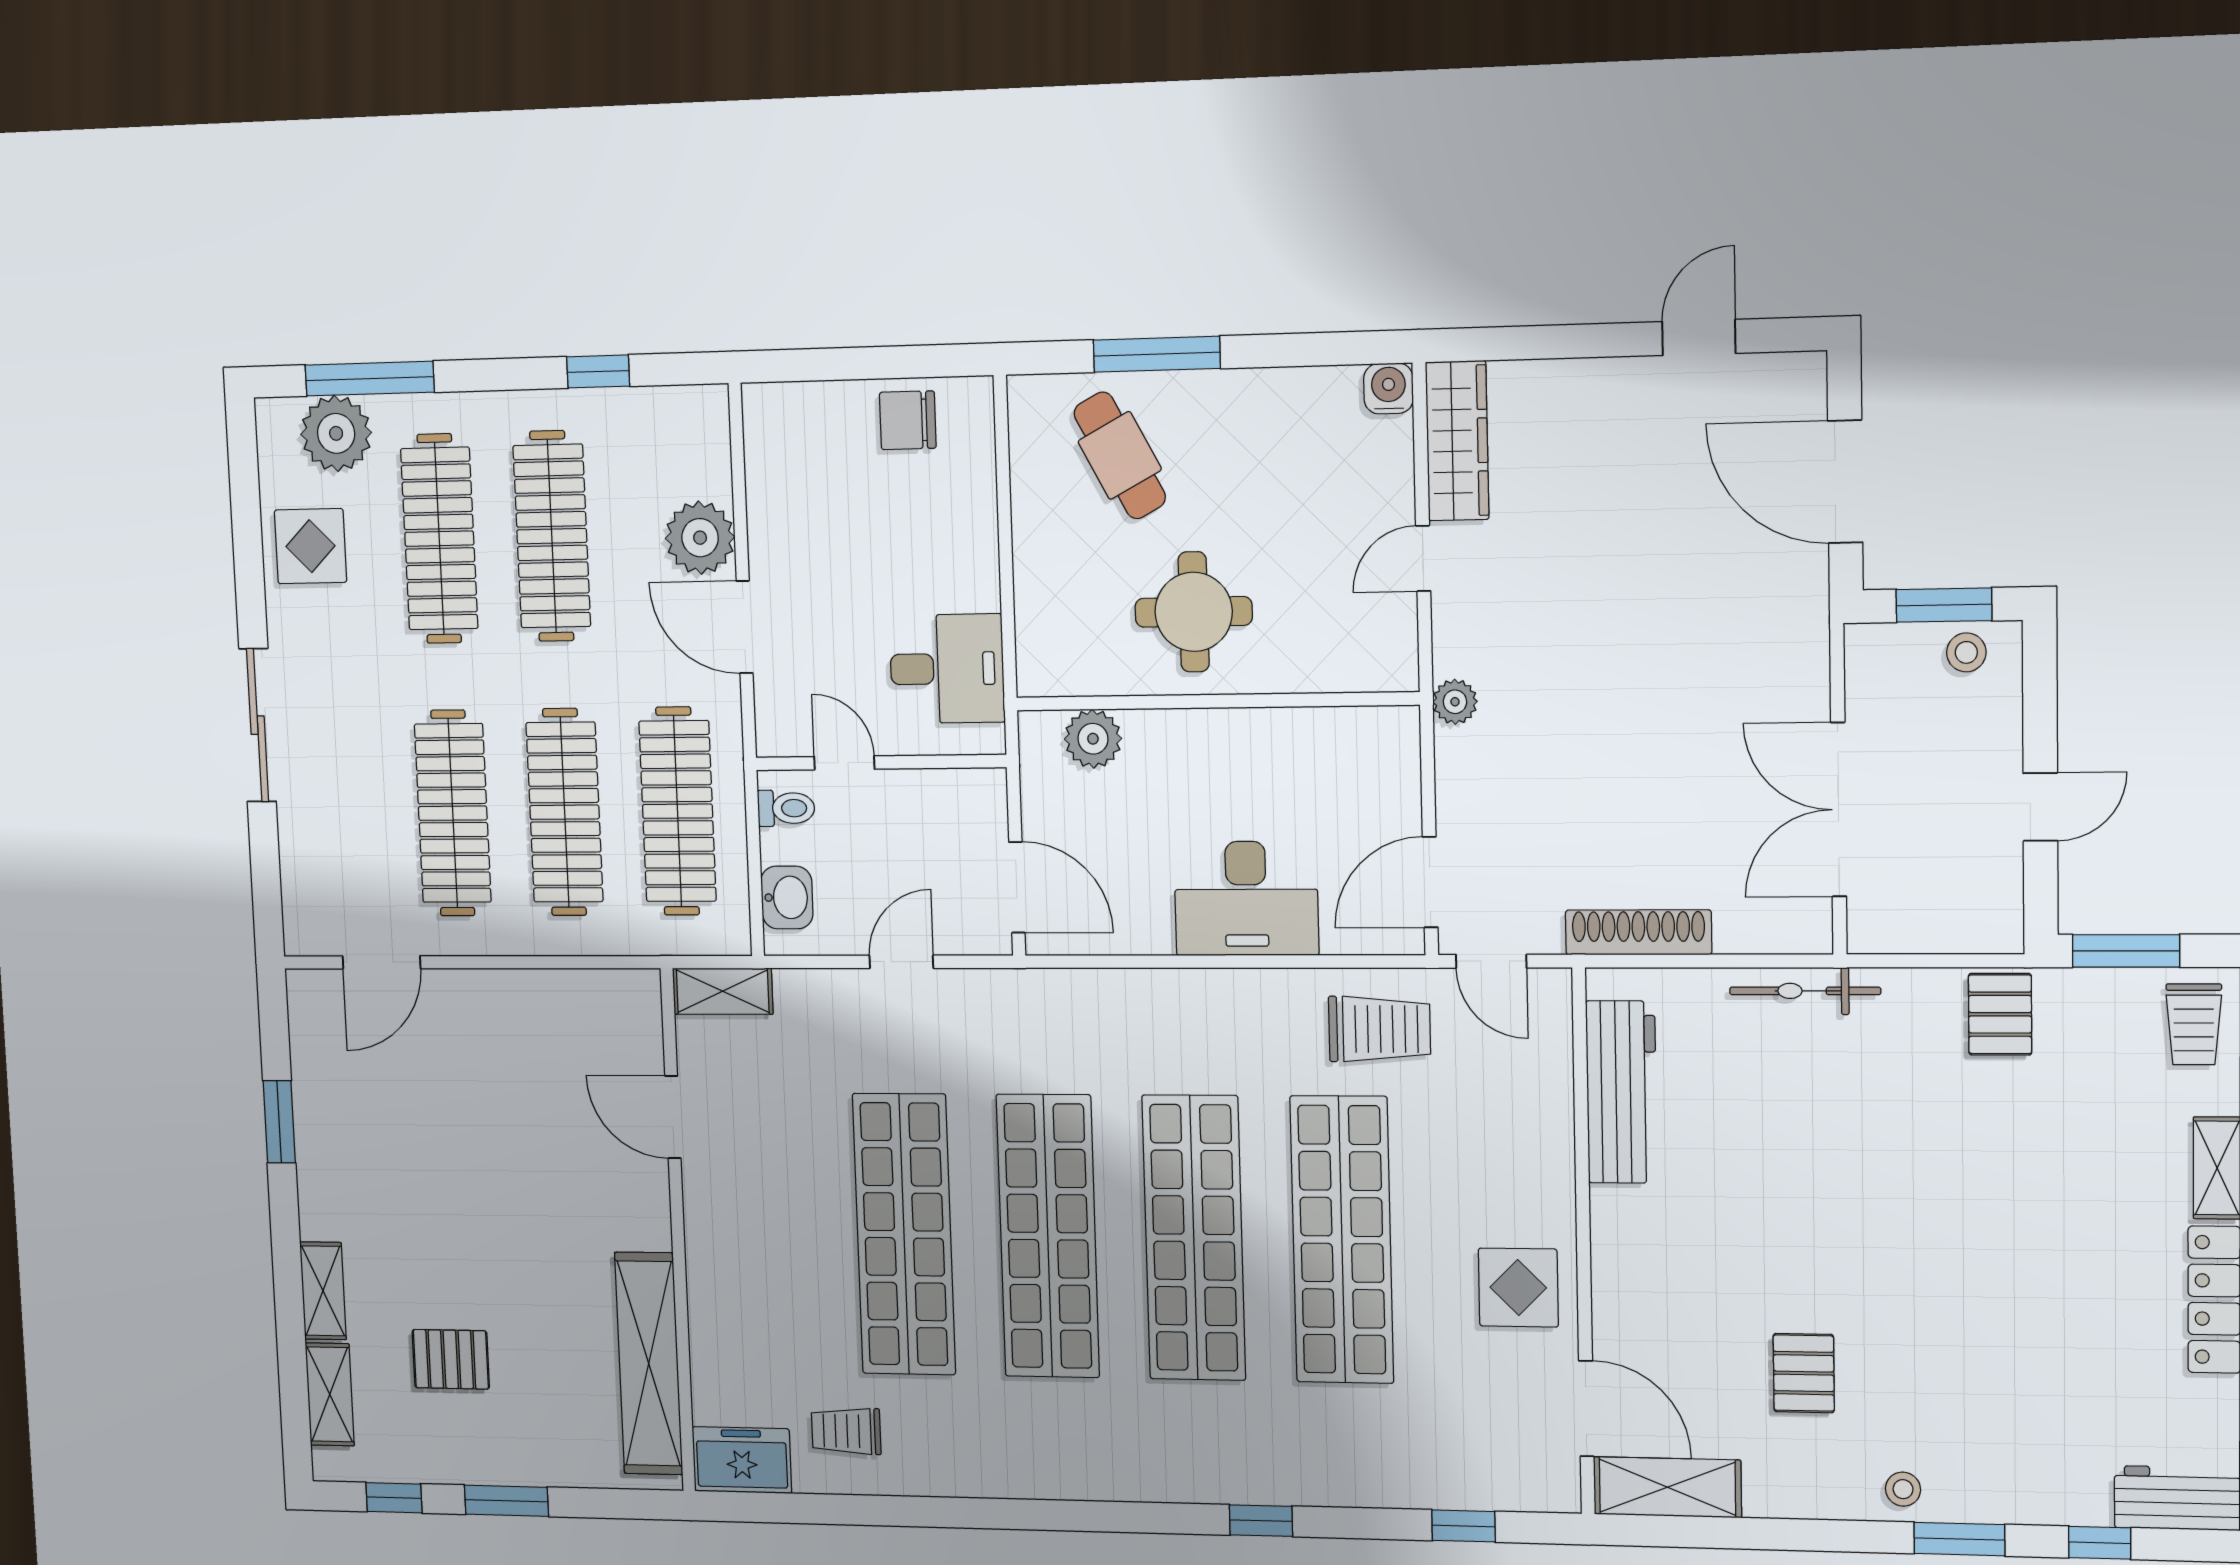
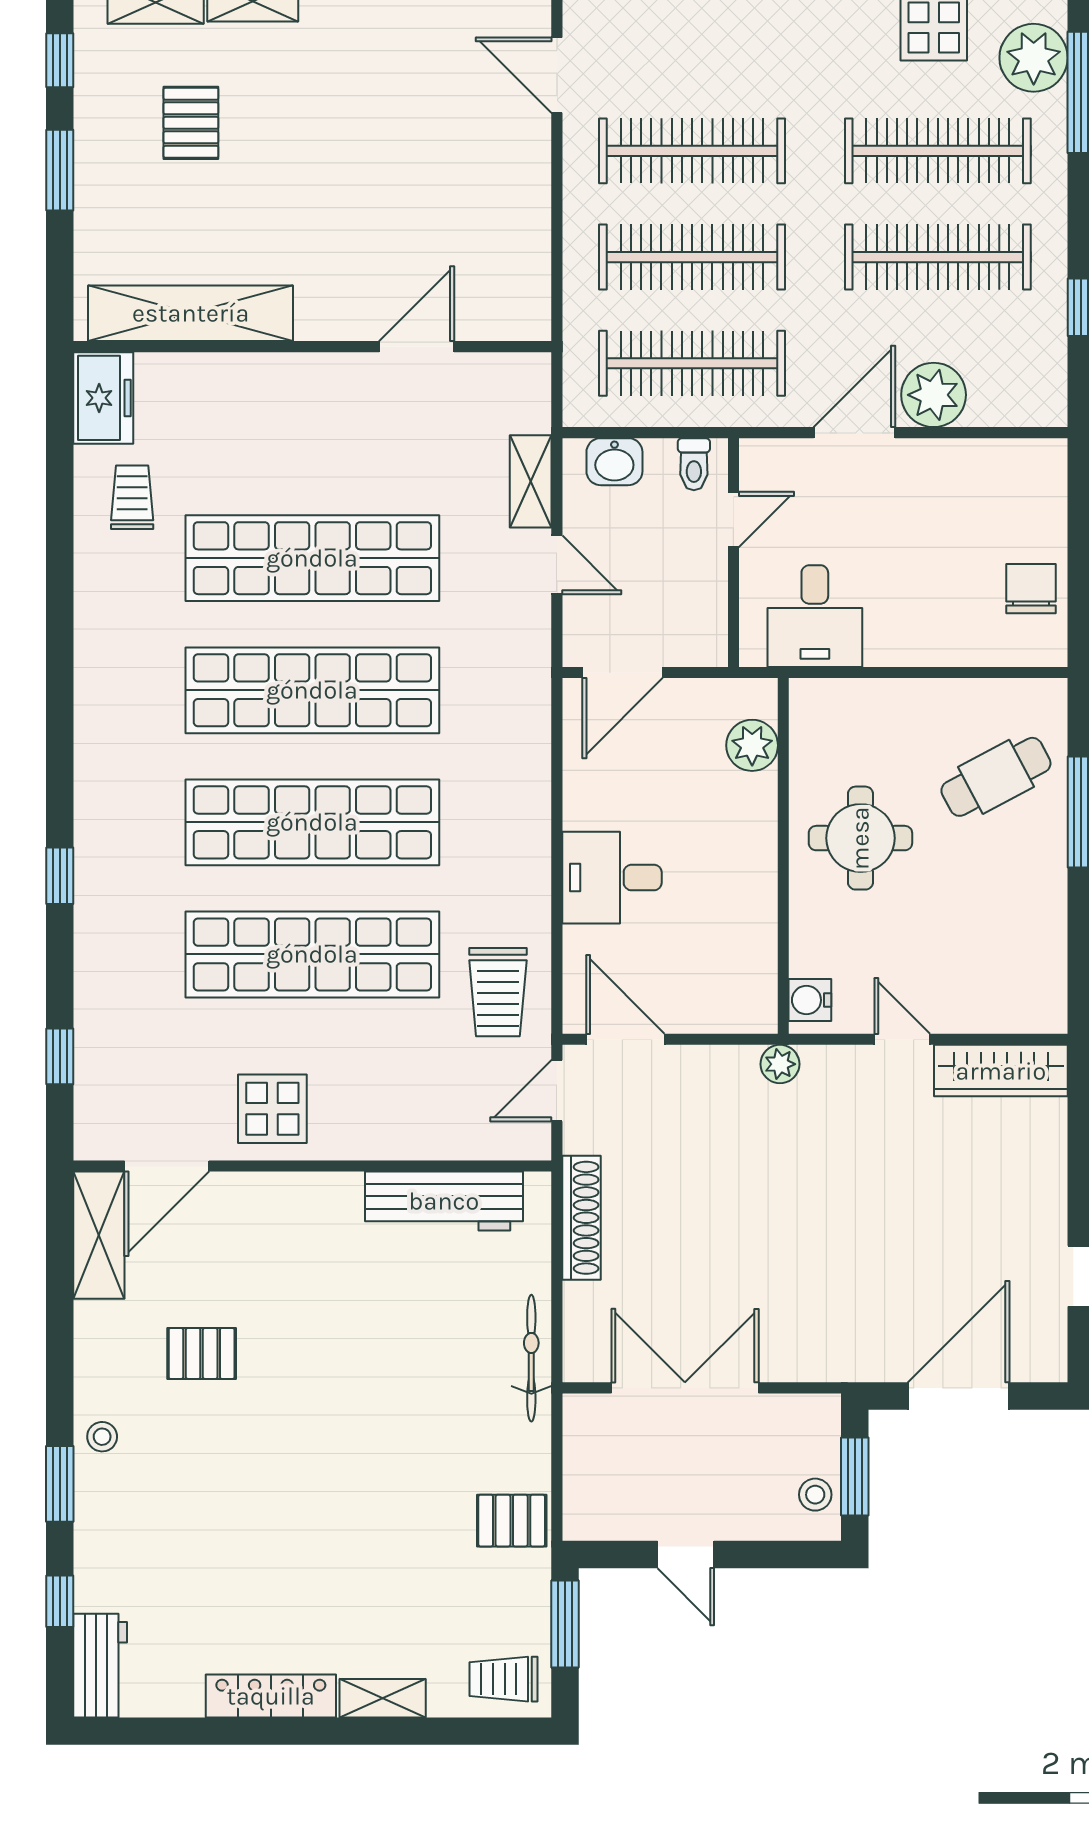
water cooler: (1389, 388) -> (810, 1000), moved, turned 180
desk: (1246, 898) -> (612, 878), width x0.73
shelving: (723, 991) -> (531, 481), moved

